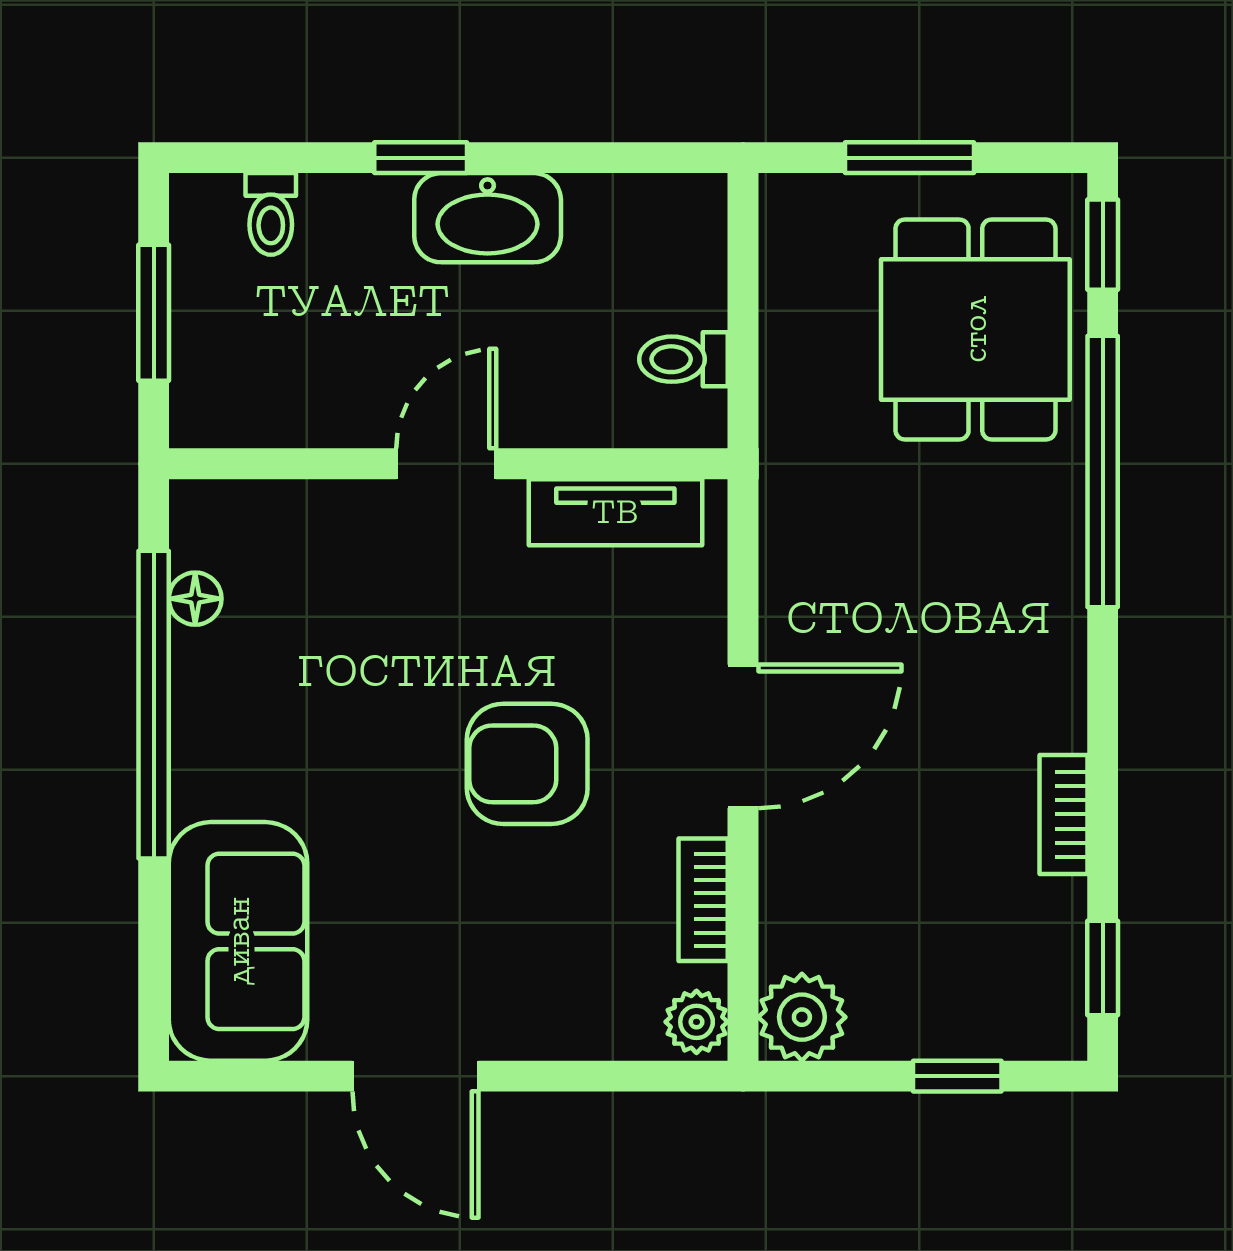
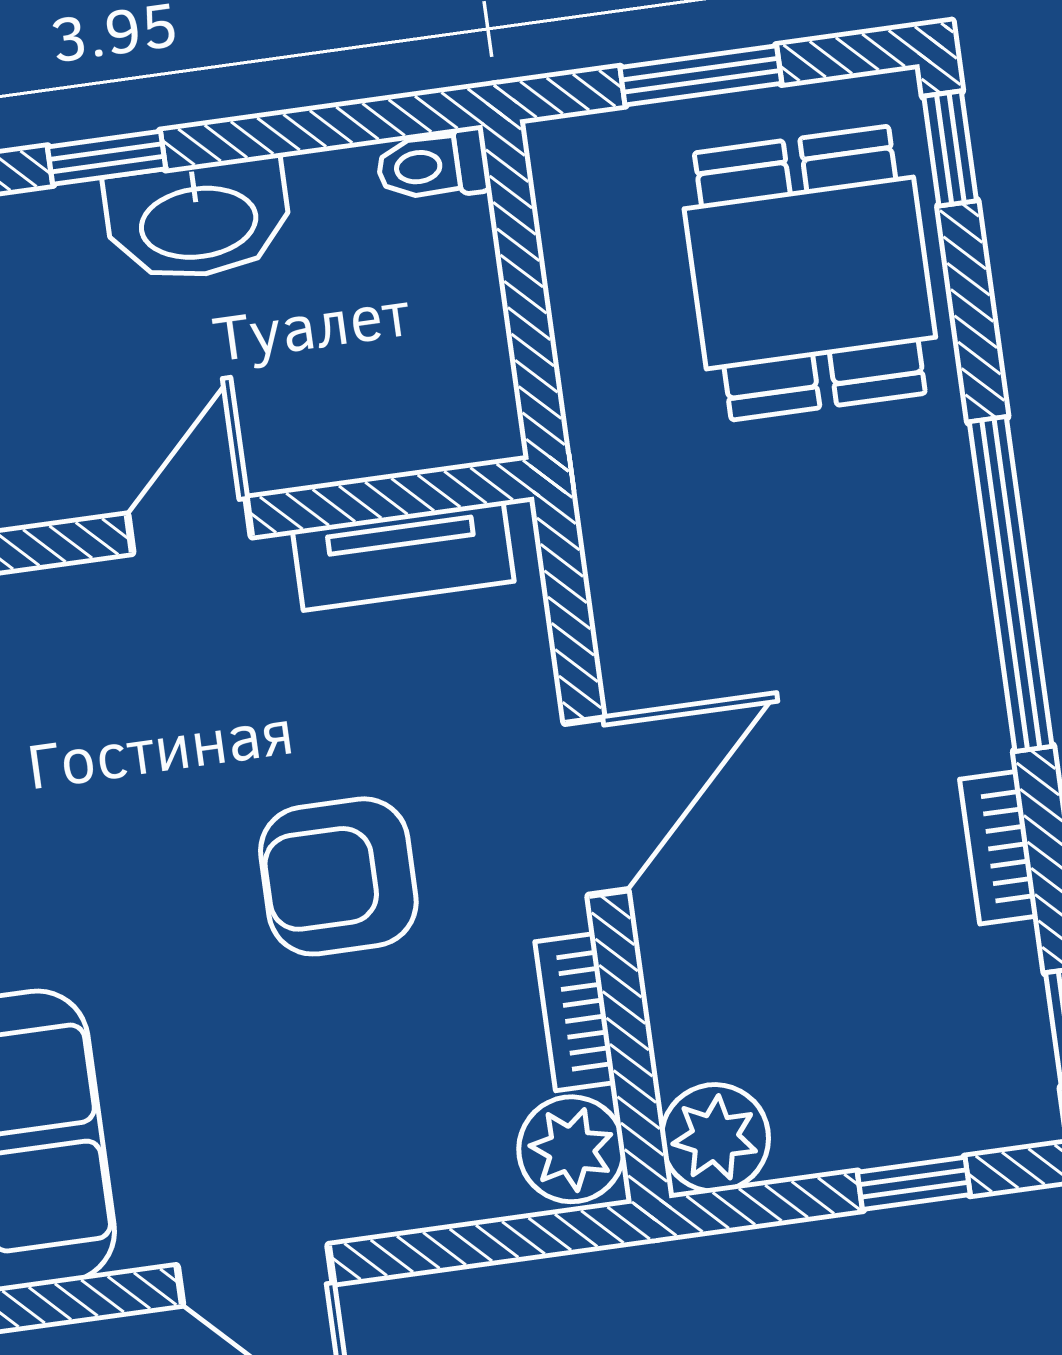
toilet: (683, 359) -> (433, 165), moved
window: (1103, 472) -> (1011, 584), moved
plant: (697, 1022) -> (571, 1149), width x1.38, depth x1.38

